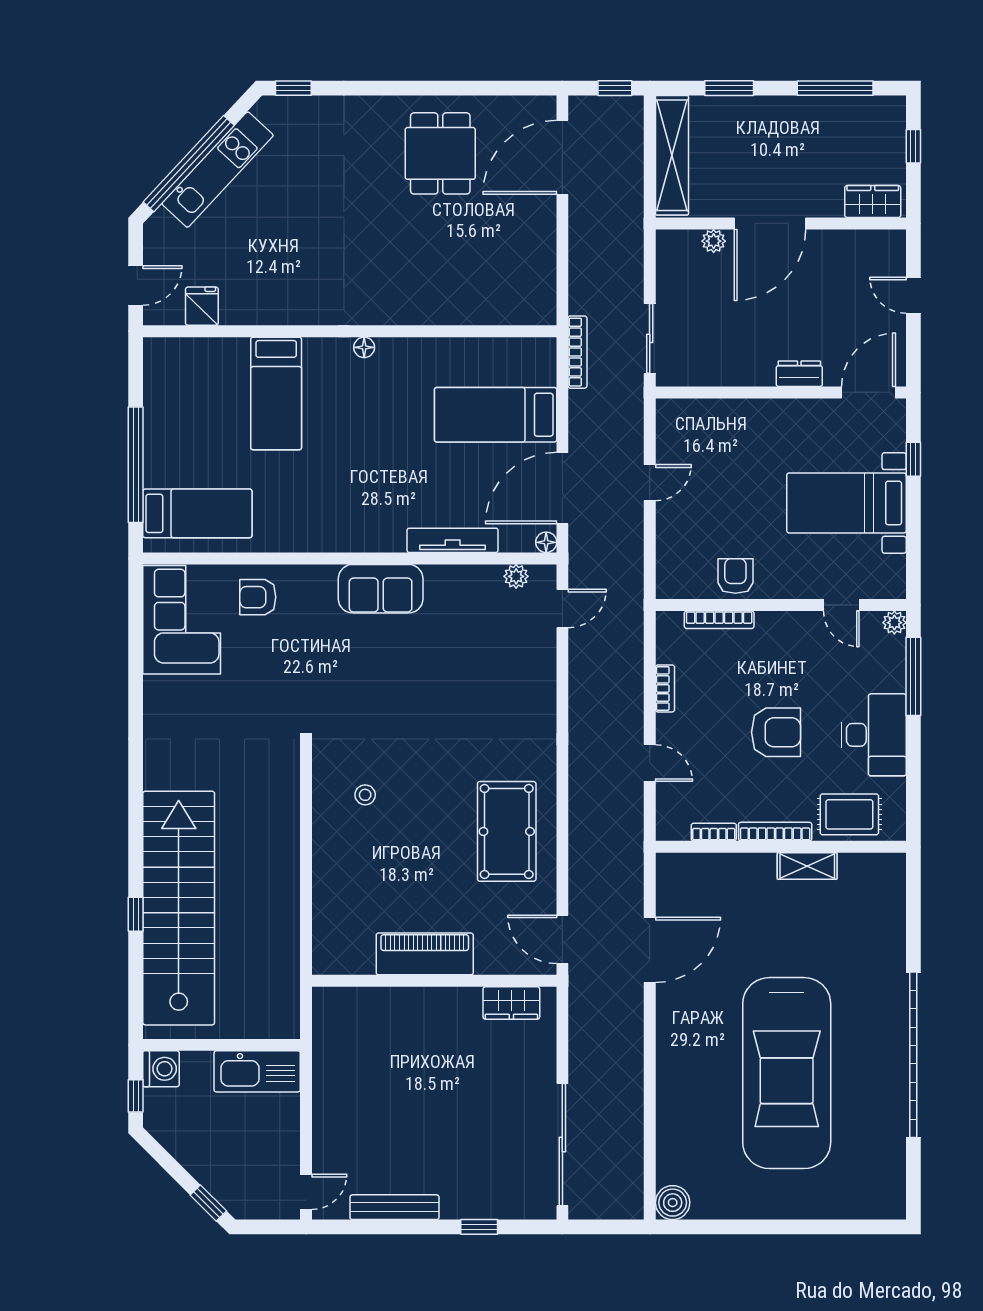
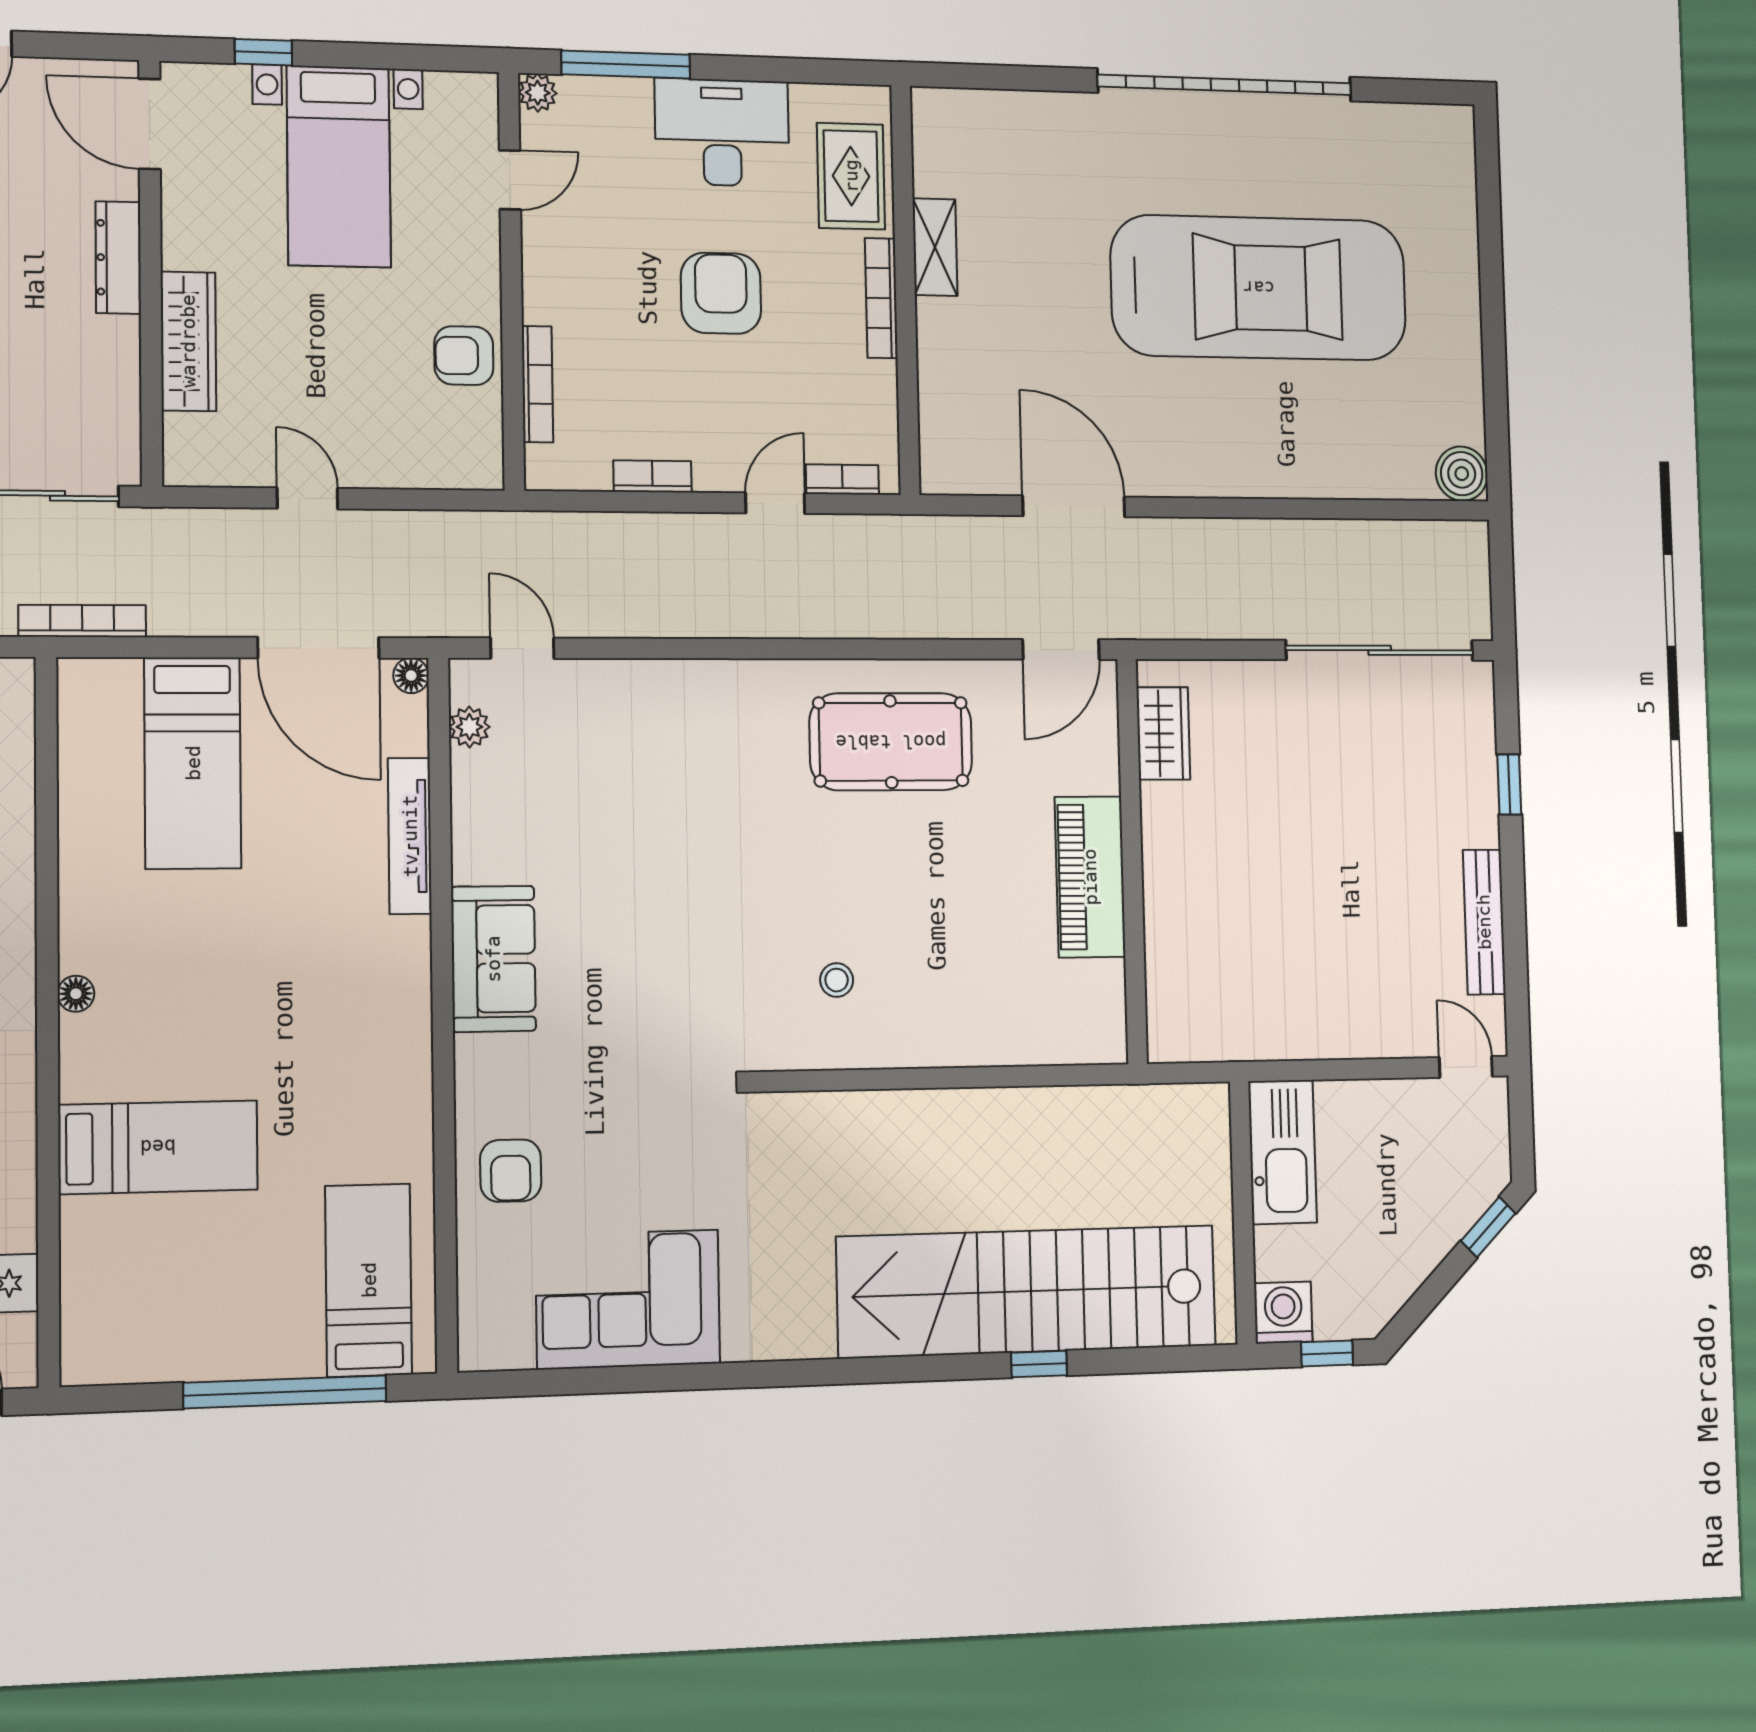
dresser: (799, 374) -> (118, 258), width x1.44
wardrobe: (741, 414) -> (188, 341), added
corner sofa: (182, 620) -> (628, 1299), moved
bookcase: (714, 832) -> (842, 479), moved, turned 90

